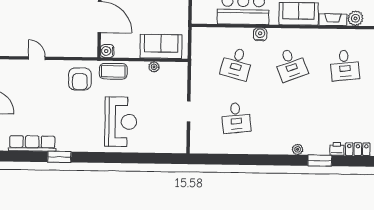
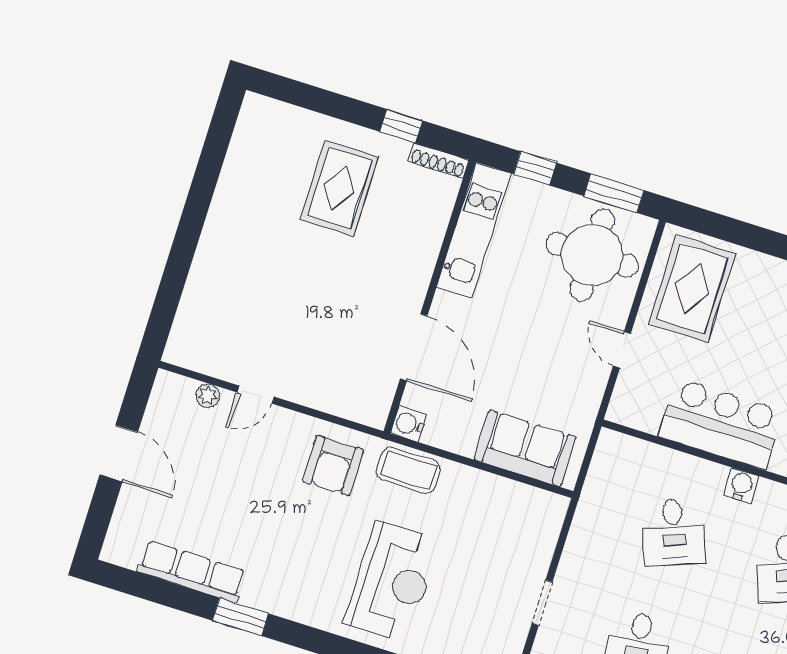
door: (37, 58) -> (255, 395), swing flipped
desk: (237, 64) -> (674, 533), turned -36
plant: (154, 67) -> (208, 396), moved

